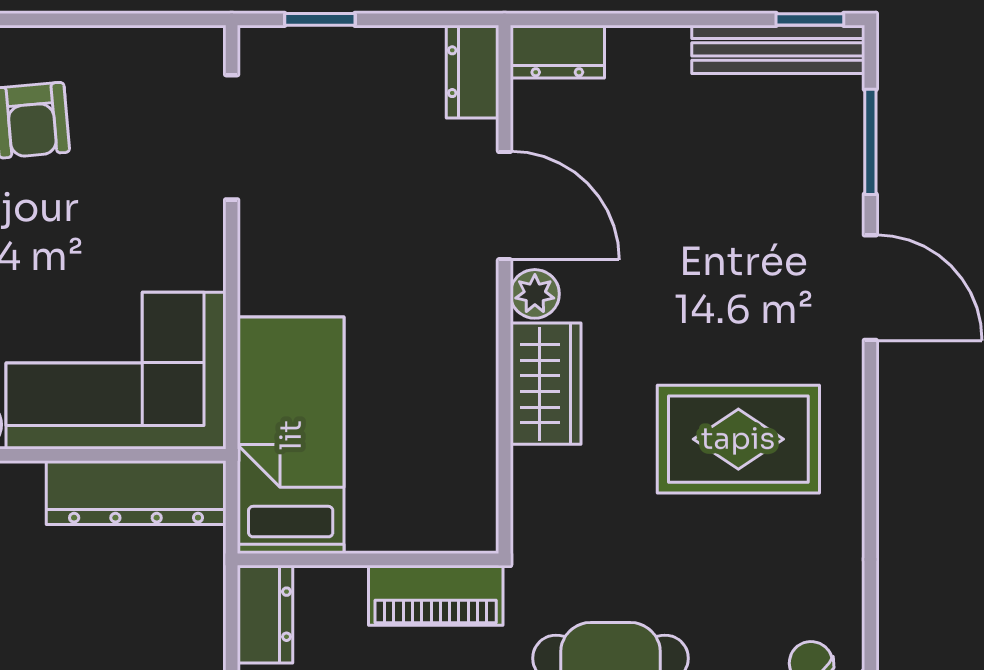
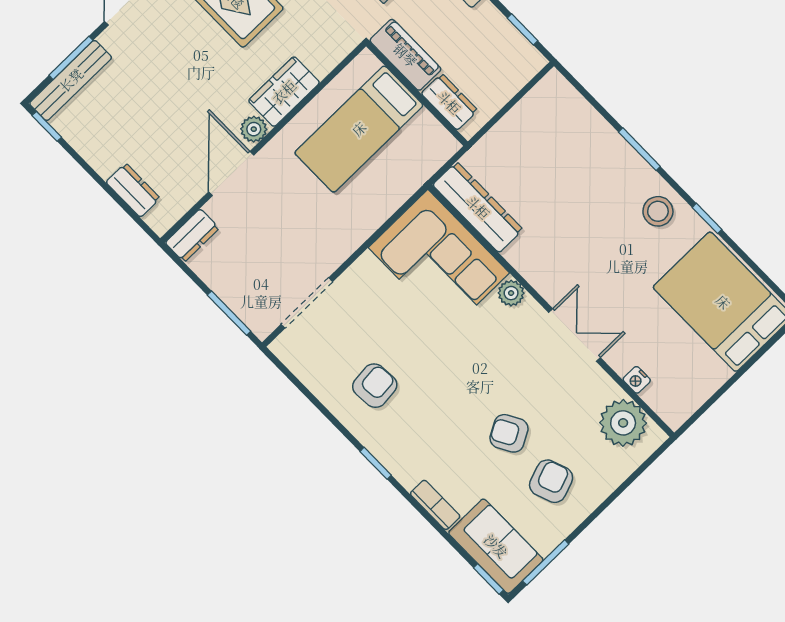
window: (320, 19) -> (229, 313), width x1.50
bench: (778, 49) -> (71, 80), moved, turned 90
dresser: (557, 52) -> (133, 190), moved
bed: (291, 435) -> (359, 129), moved
dresser: (265, 614) -> (449, 102), moved, turned 90

